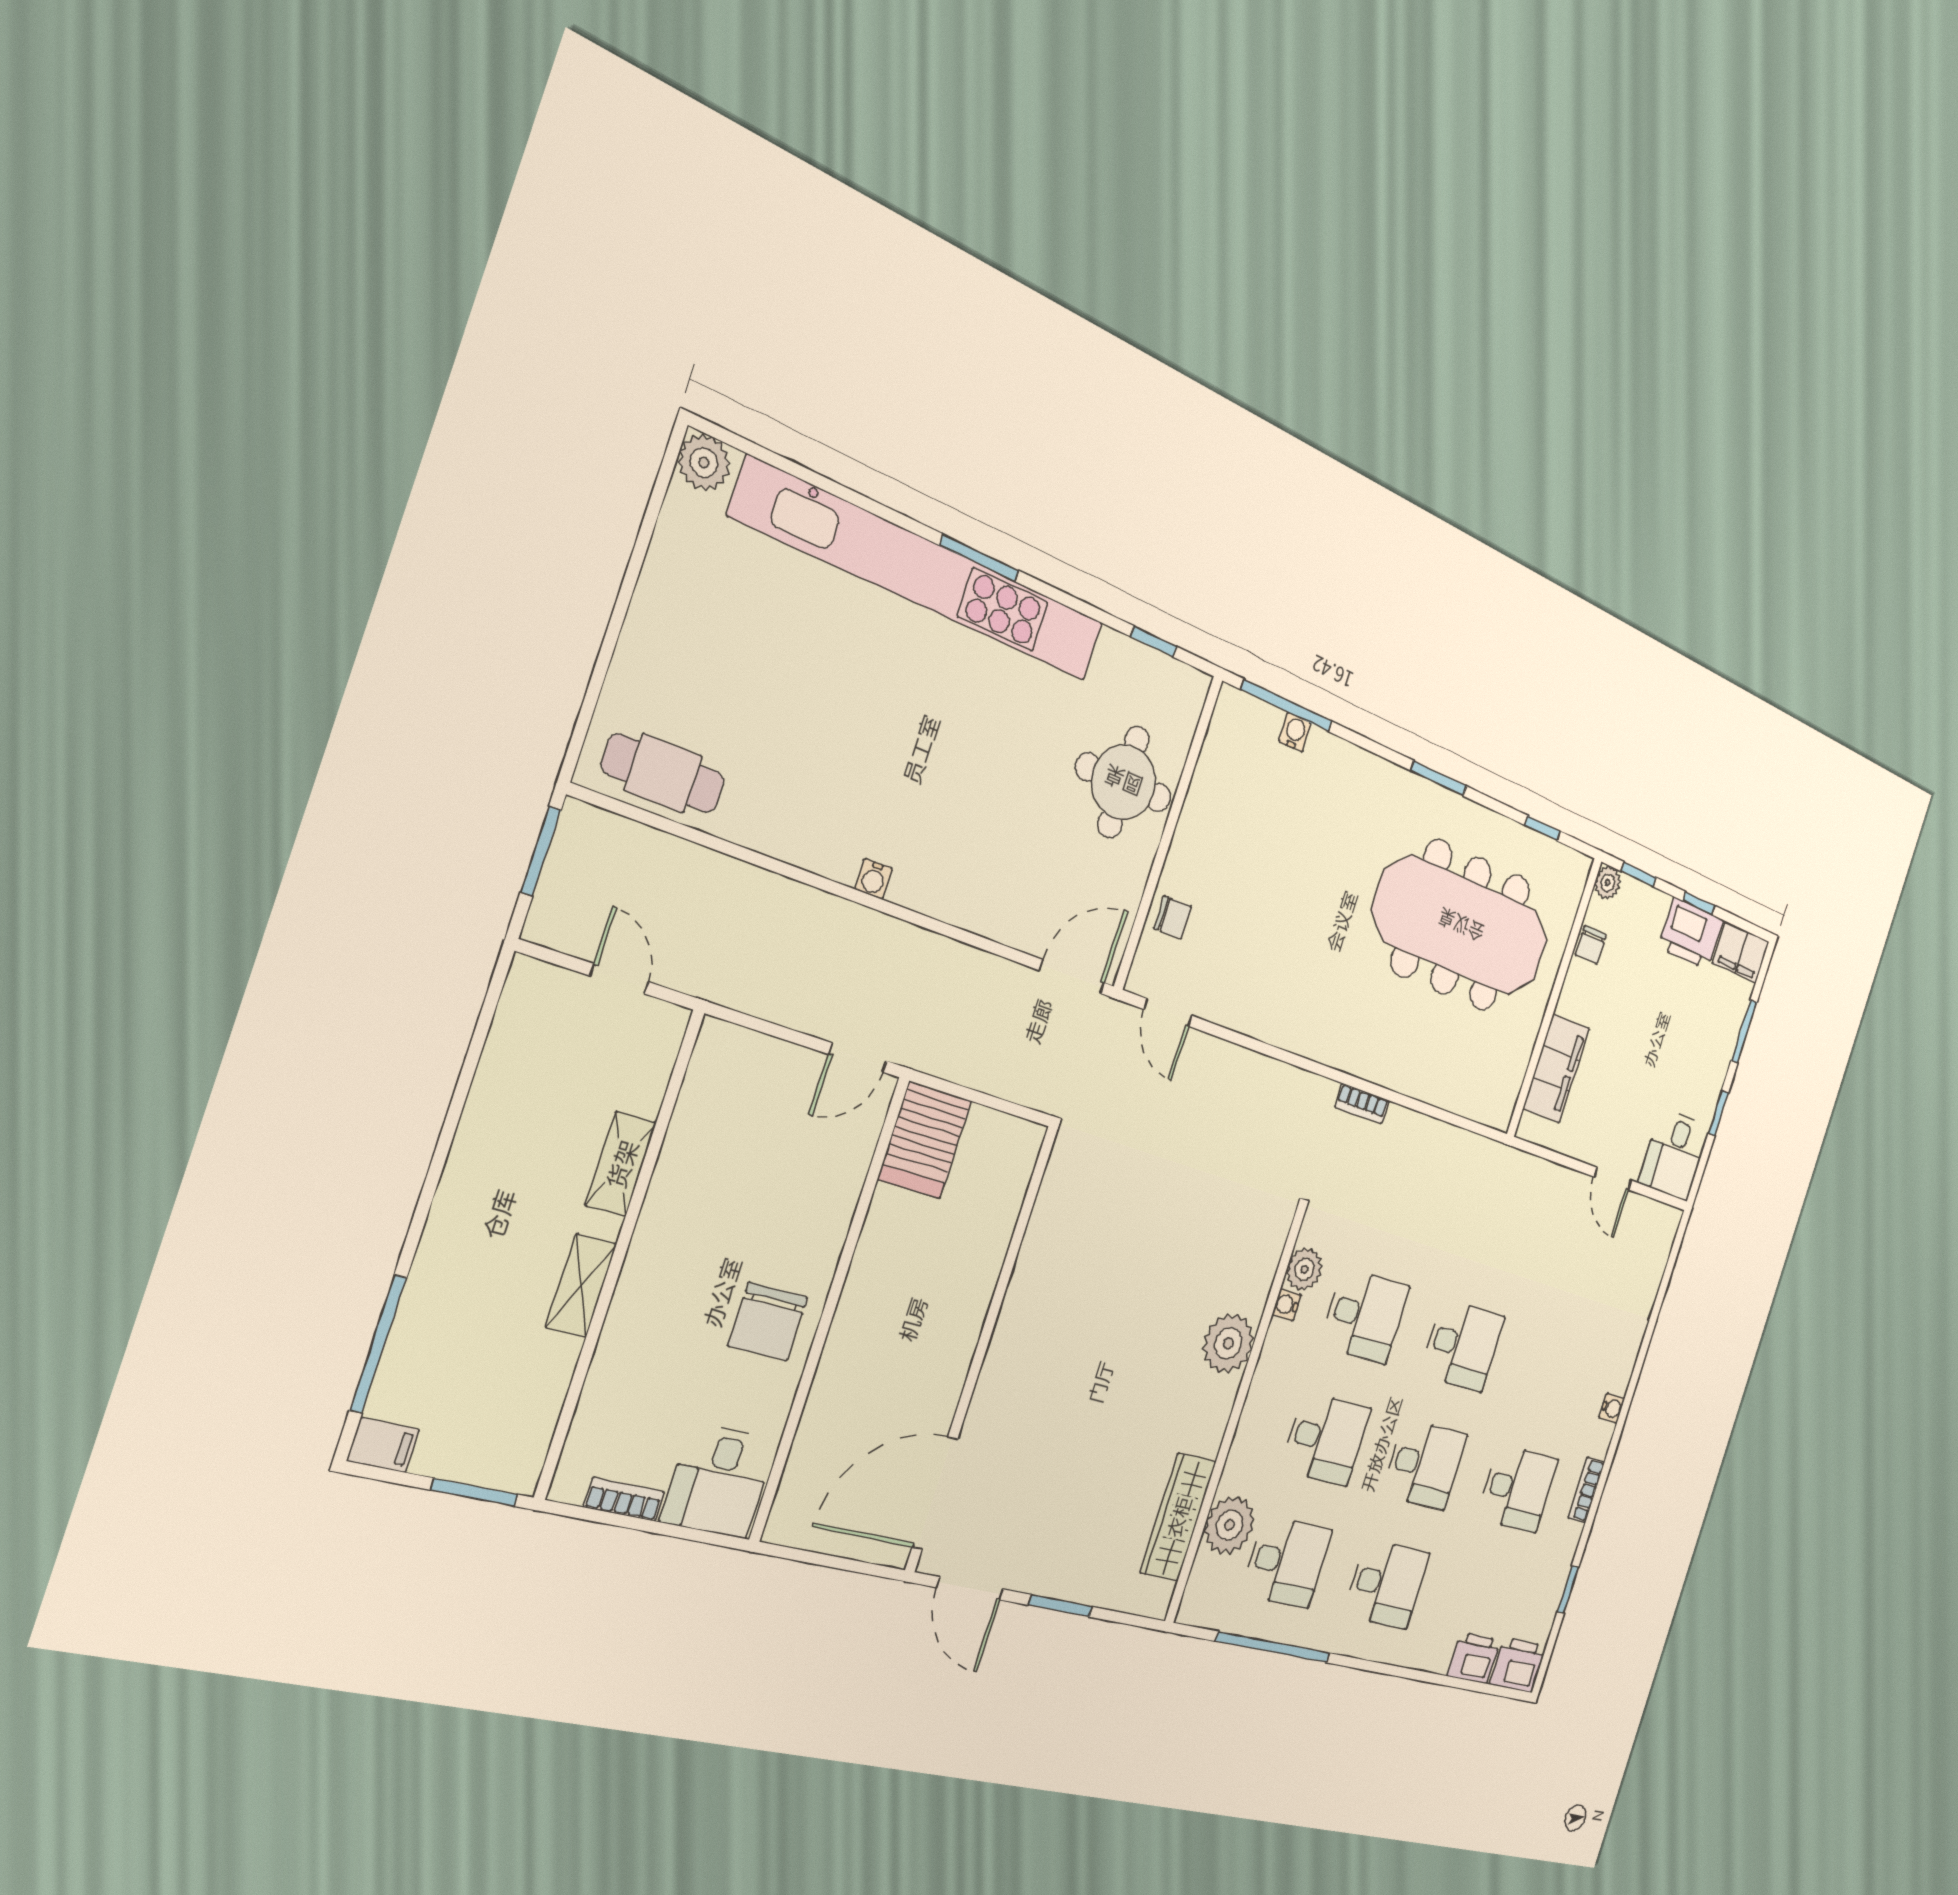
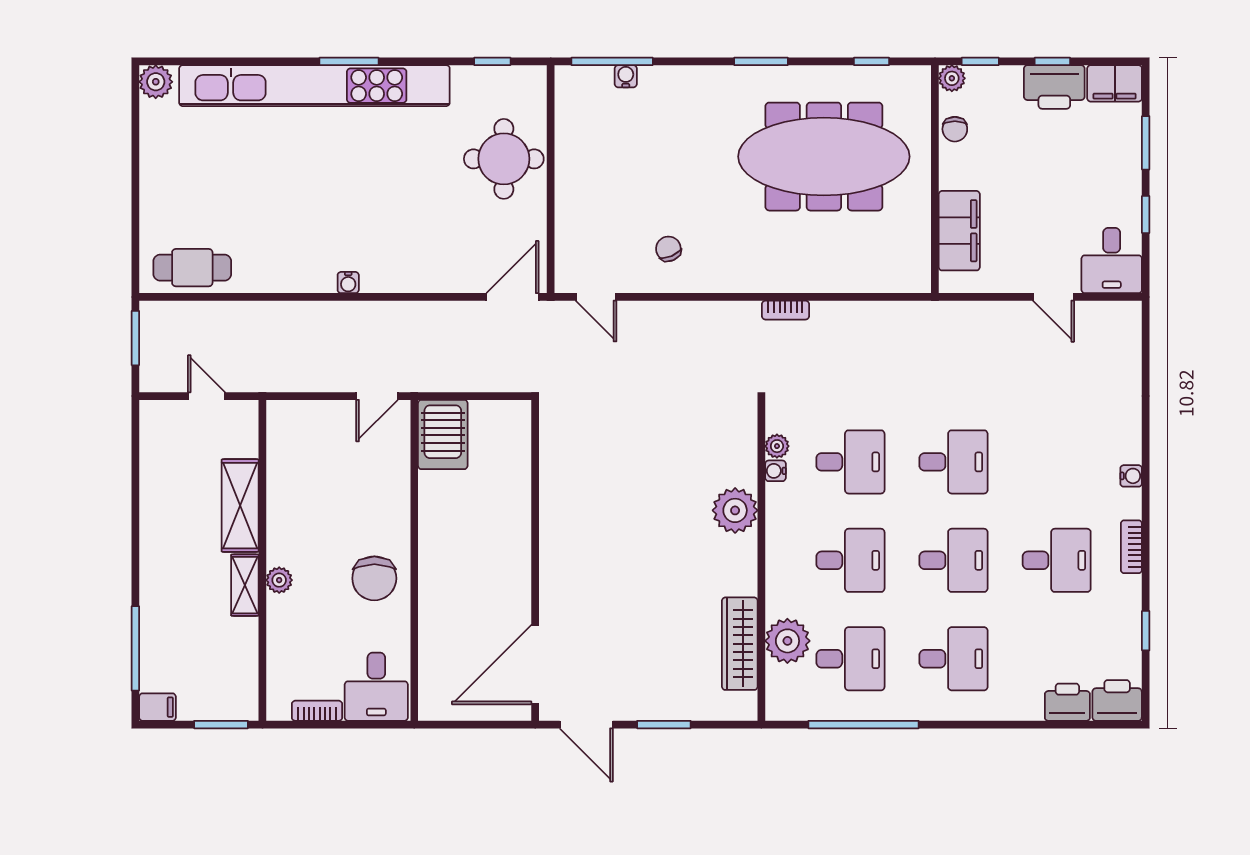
chair: (1173, 918) -> (668, 249), moved, turned -113
shelving: (621, 1164) -> (240, 506), width x1.50, depth x1.33
plant: (1304, 1269) -> (777, 446), width x0.73, depth x0.73
plant: (634, 1291) -> (279, 580), added

